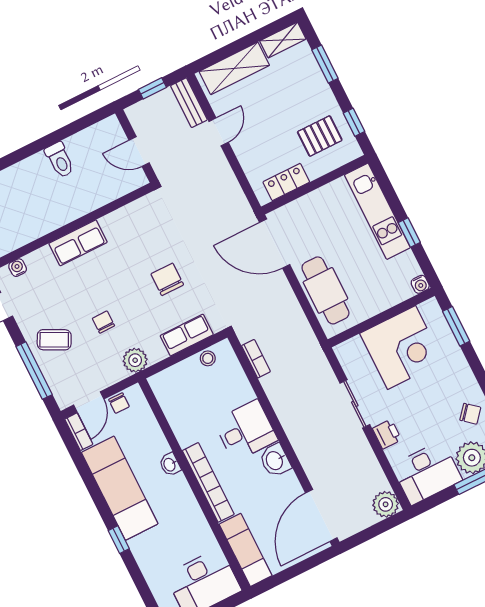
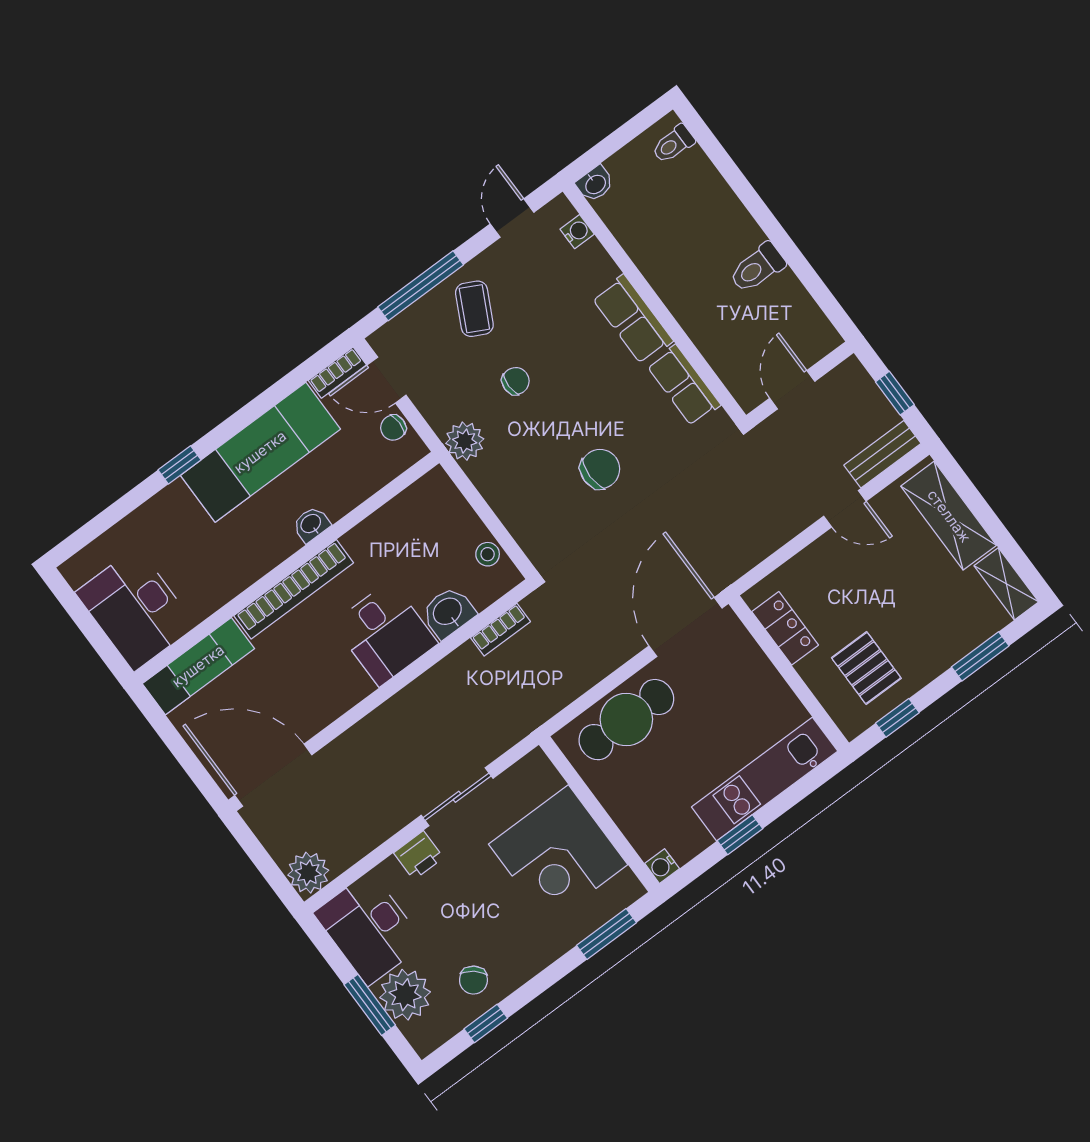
row of seats: (187, 335) -> (684, 385), moved, turned 180
washbasin: (275, 460) -> (448, 612), moved

